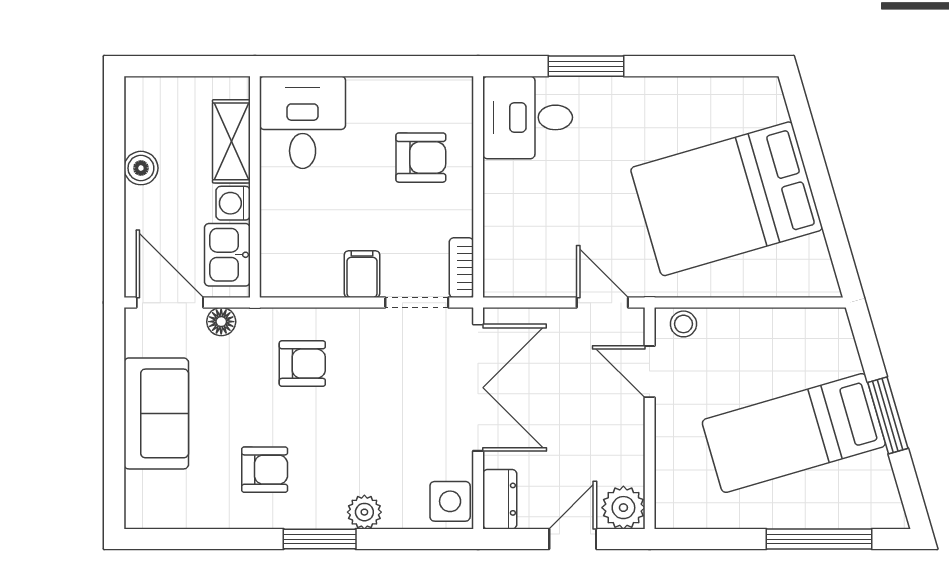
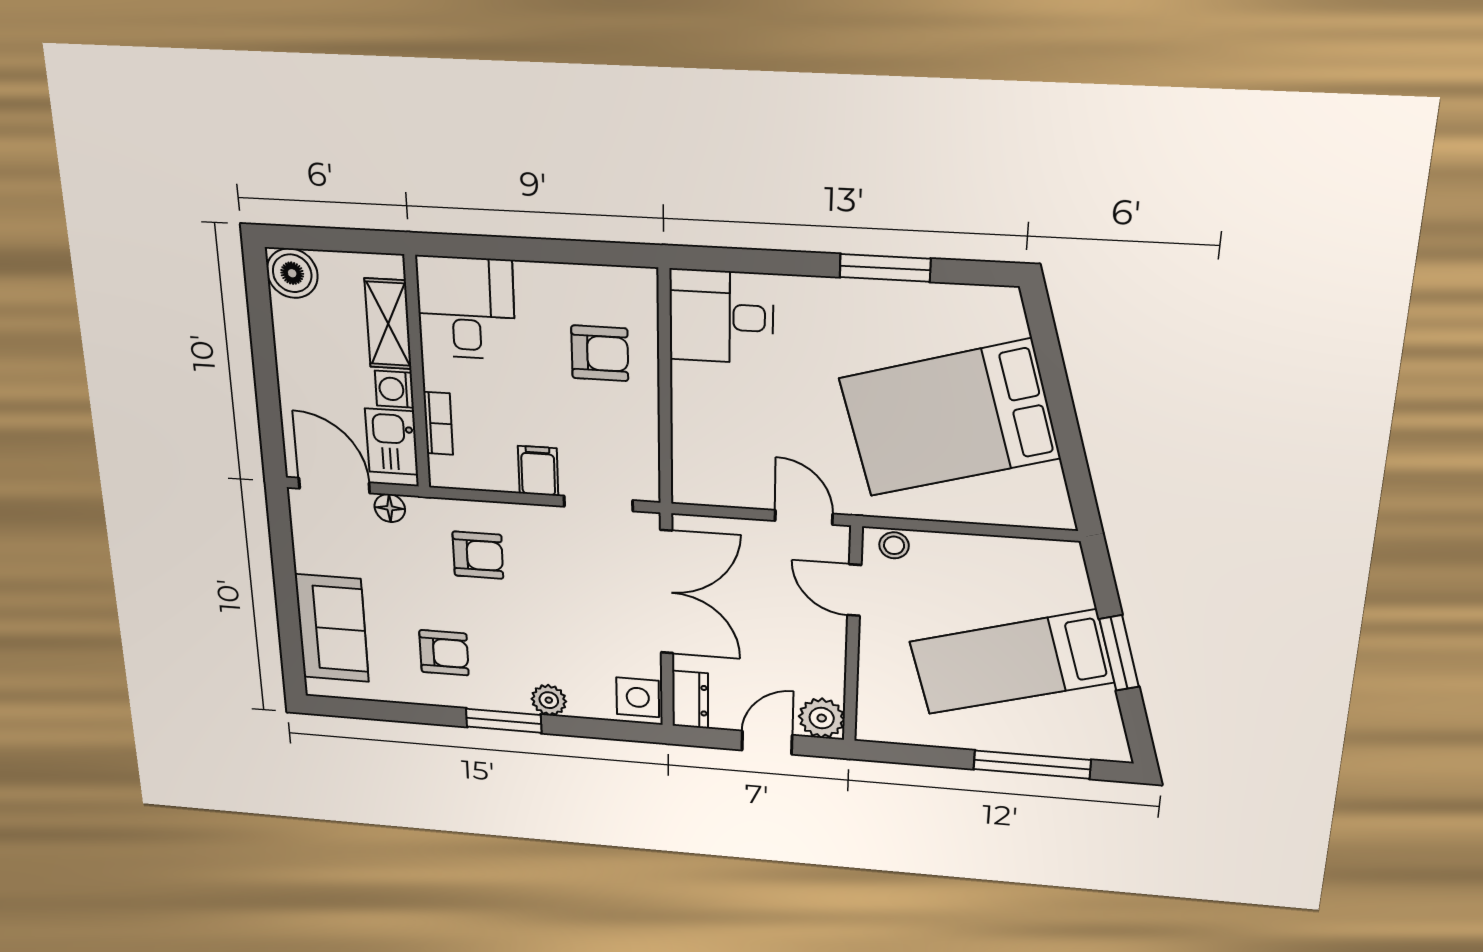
window: (586, 66) -> (885, 268), moved
boiler: (141, 168) -> (292, 273), moved, width x1.36, depth x1.36
bookcase: (461, 268) -> (438, 423), moved, turned 180
sofa: (156, 413) -> (332, 628), moved

